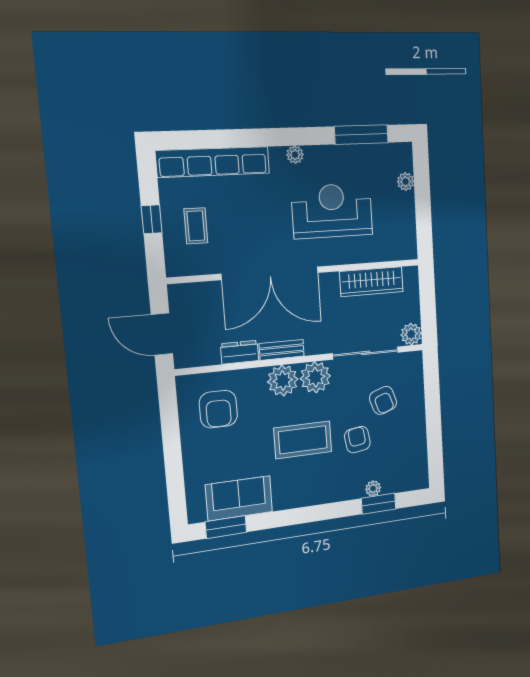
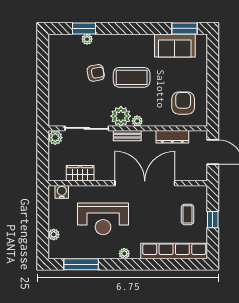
water cooler: (397, 250) -> (62, 192), added
wardrobe: (372, 282) -> (80, 173), width x0.67
bench: (282, 350) -> (127, 136), moved
dresser: (240, 352) -> (172, 137), width x1.44
plant: (283, 381) -> (137, 121), width x0.53, depth x0.53
armchair: (383, 400) -> (77, 96), removed
armchair: (357, 440) -> (96, 73), turned -92

